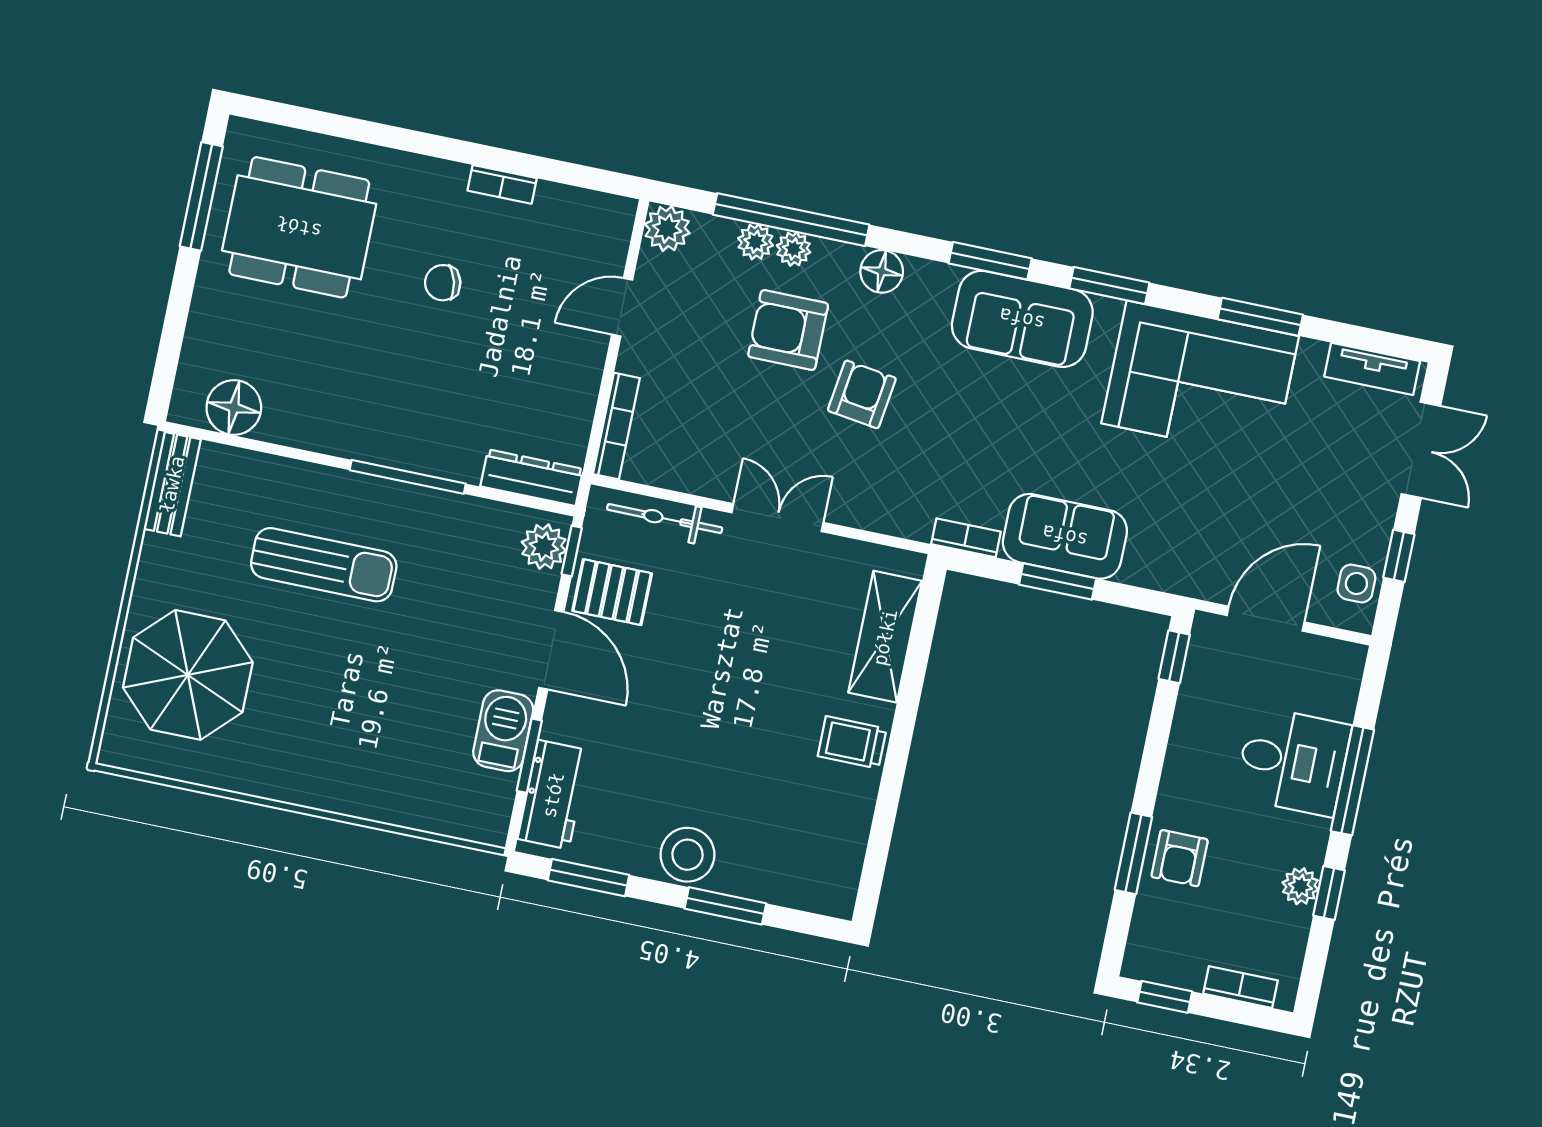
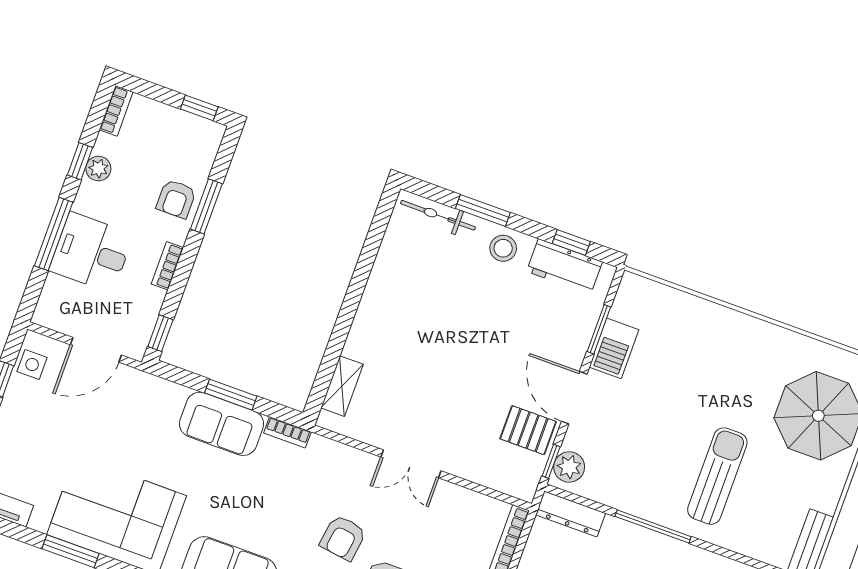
bicycle: (665, 519) -> (438, 215), moved, turned 180
sun lounger: (324, 565) -> (717, 476), turned 90
shelving: (885, 637) -> (342, 386), width x0.67, depth x0.75
trolley: (852, 742) -> (383, 307), removed
bookcase: (1178, 758) -> (167, 266), added
workbench: (553, 795) -> (565, 267), moved, turned -90
stool: (688, 855) -> (503, 248), width x0.73, depth x0.73
armchair: (1180, 858) -> (176, 199), turned 180
window: (589, 878) -> (571, 242), width x0.67
bookcase: (1241, 987) -> (116, 111), moved, turned -90

